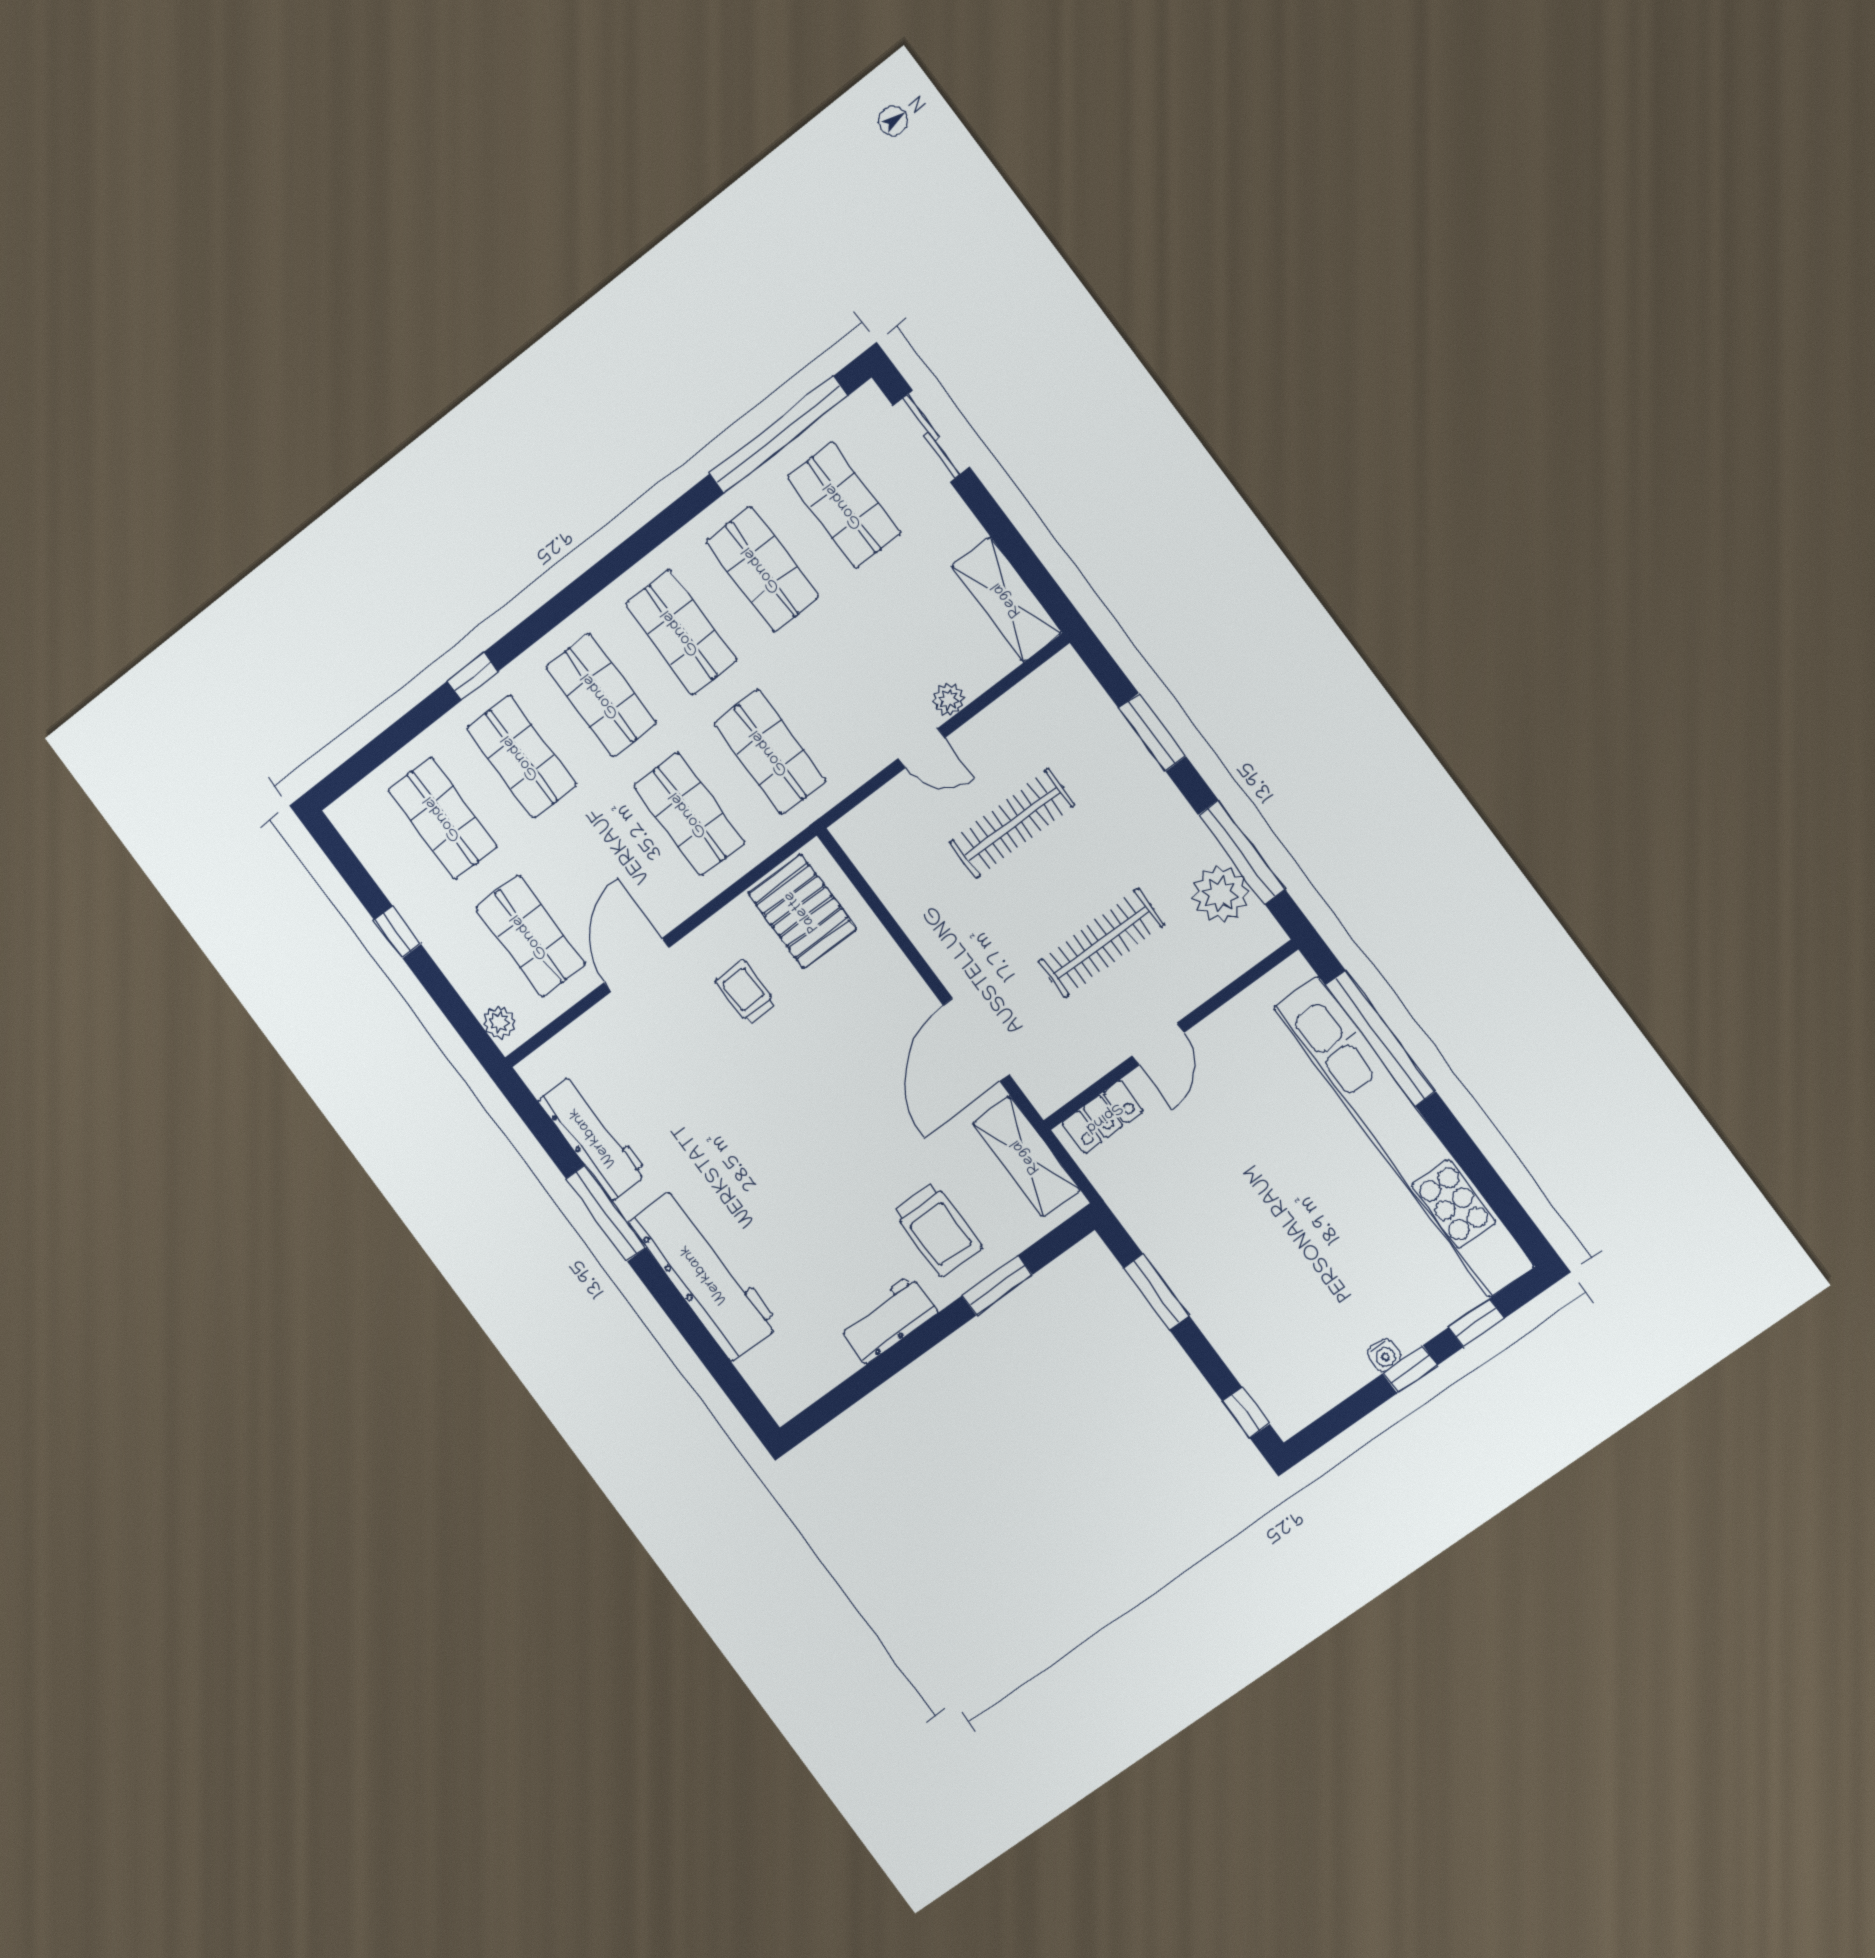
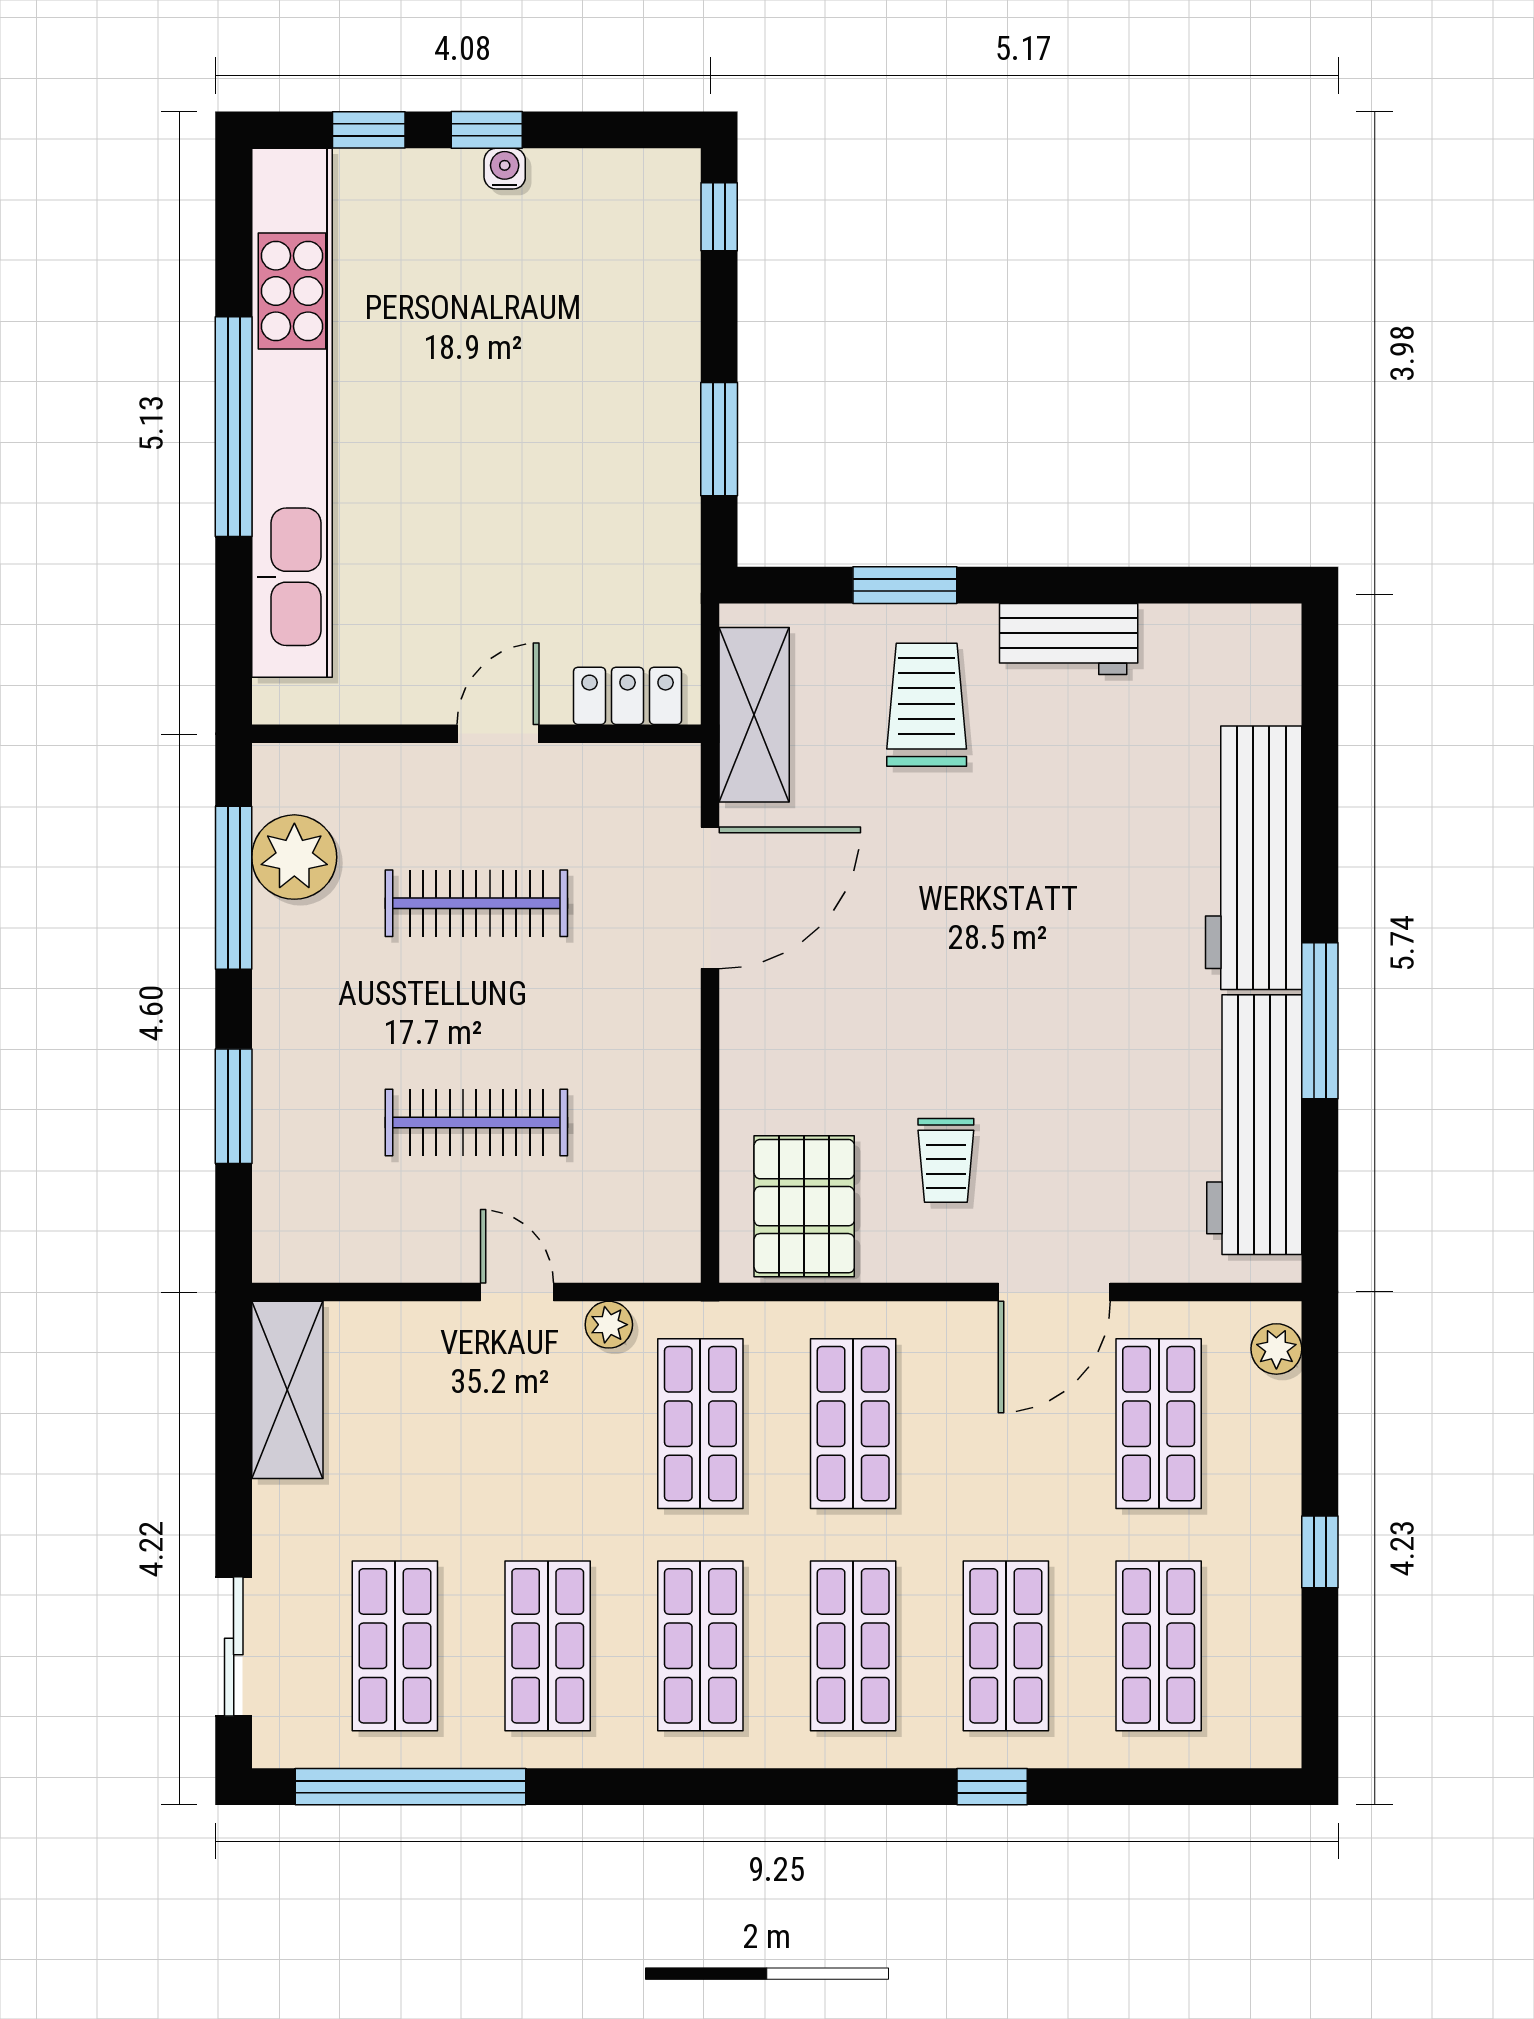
plant: (949, 699) -> (609, 1325), moved
window: (1380, 1038) -> (234, 427), moved
workbench: (593, 1137) -> (1254, 1125), width x1.36, depth x1.32

